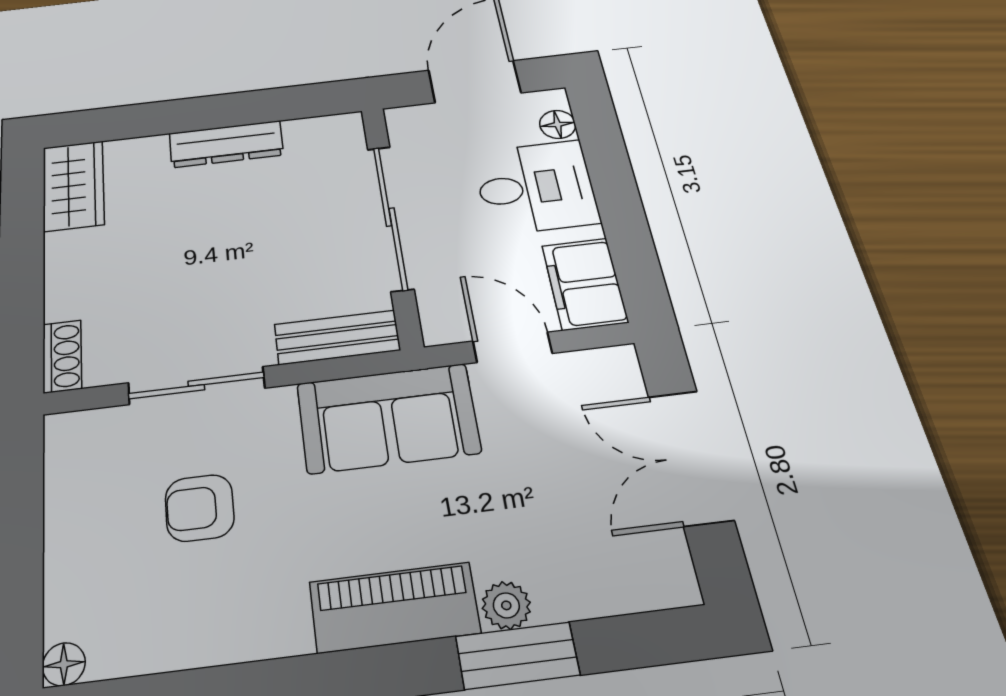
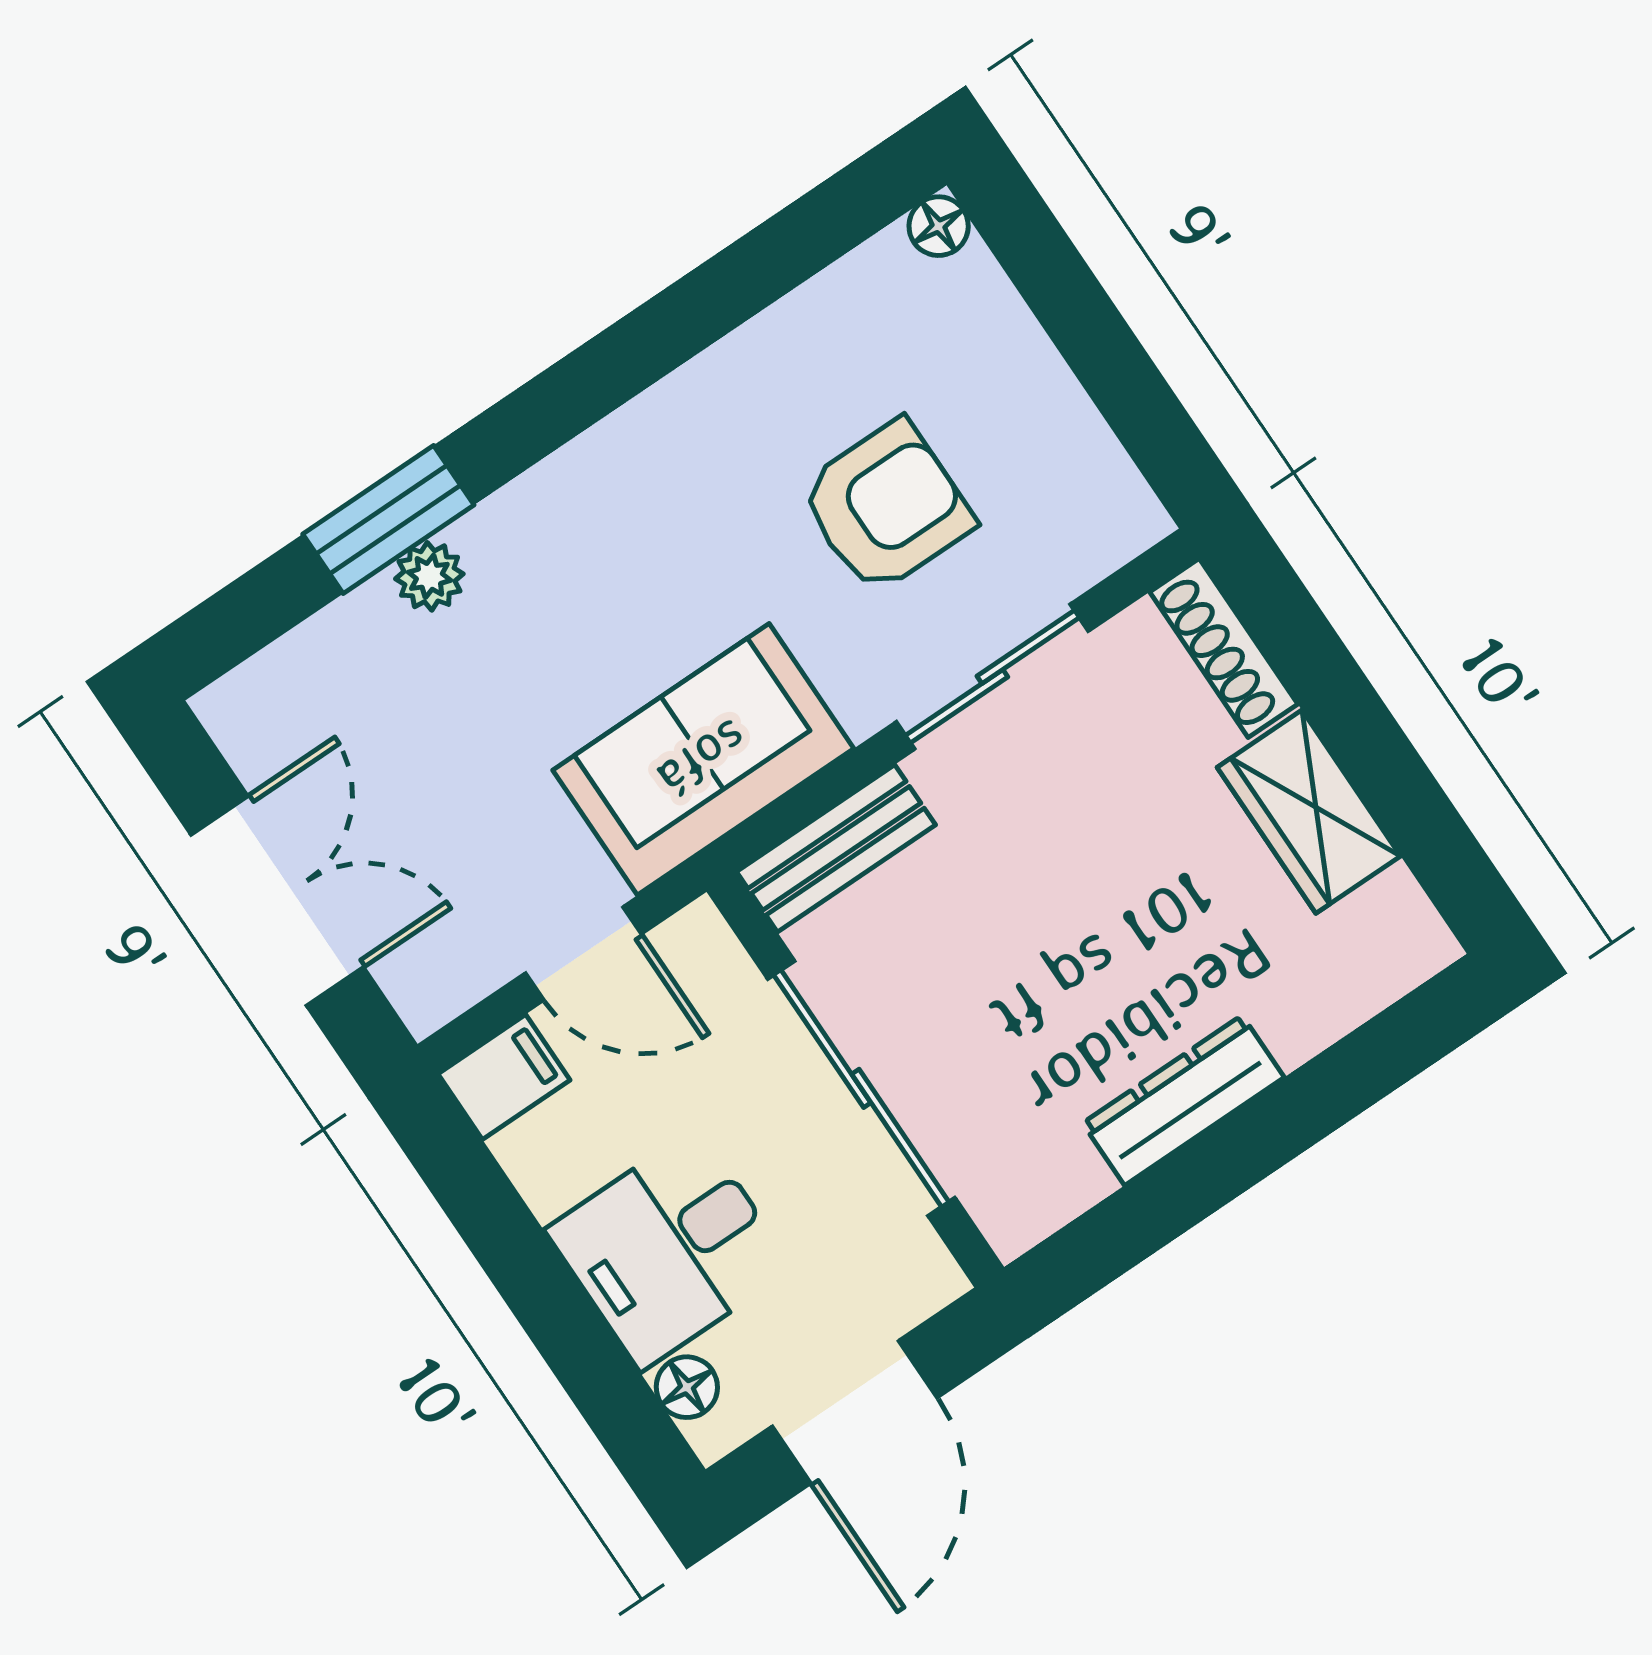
wardrobe: (73, 186) -> (1309, 812), moved
filing cabinet: (585, 284) -> (504, 1077), width x0.50
shoe rack: (62, 356) -> (1224, 648), width x1.43
armchair: (200, 508) -> (886, 507), width x1.38, depth x1.38
piano: (394, 607) -> (567, 503), removed

